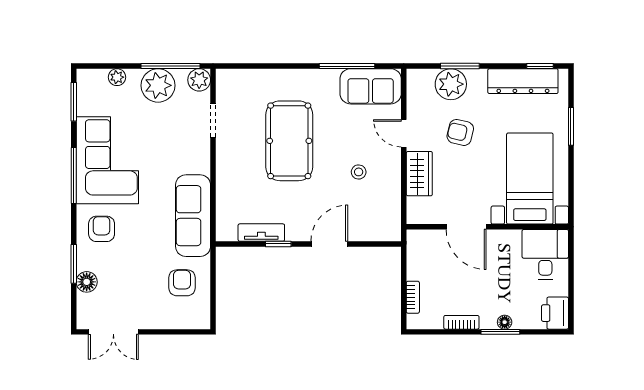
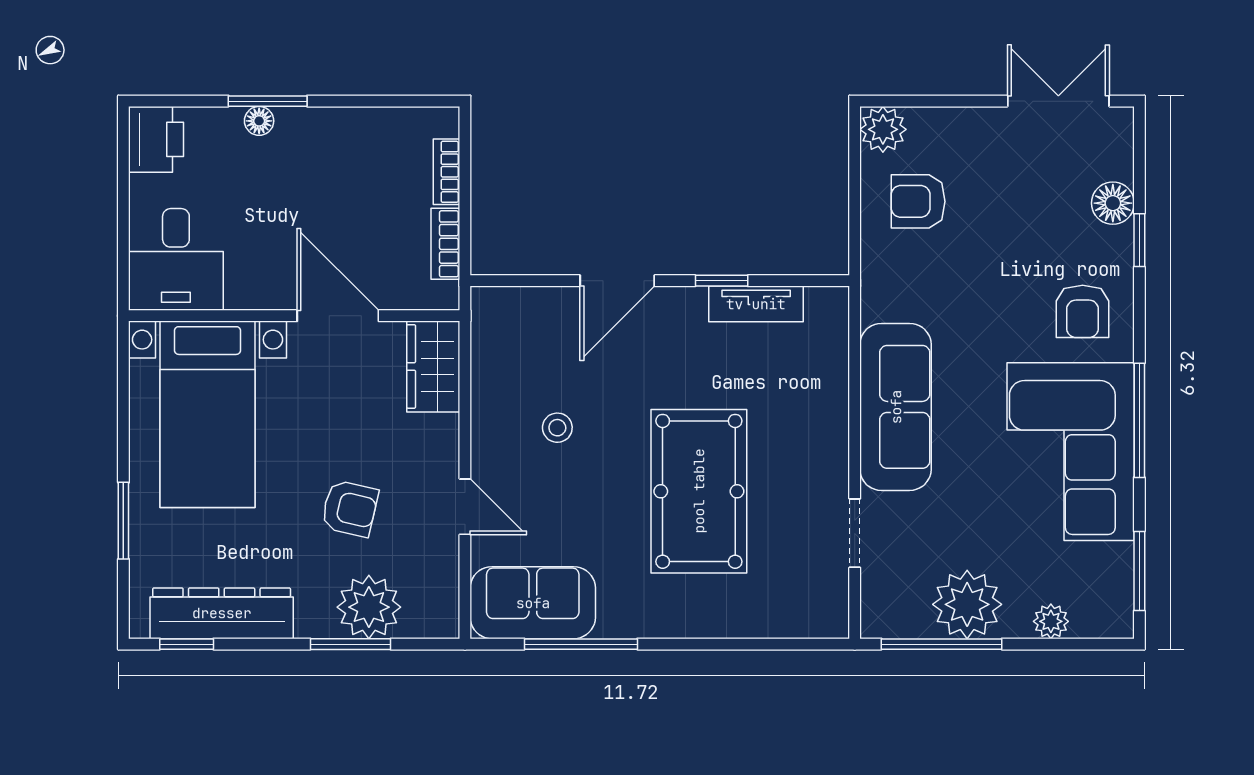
plant: (199, 80) -> (883, 129), moved
wardrobe: (419, 174) -> (433, 366), moved
sofa: (193, 216) -> (896, 407), moved
window: (74, 264) -> (1139, 240), width x0.67
armchair: (182, 283) -> (918, 201), turned 90
bookcase: (461, 322) -> (445, 244), moved, turned 90

